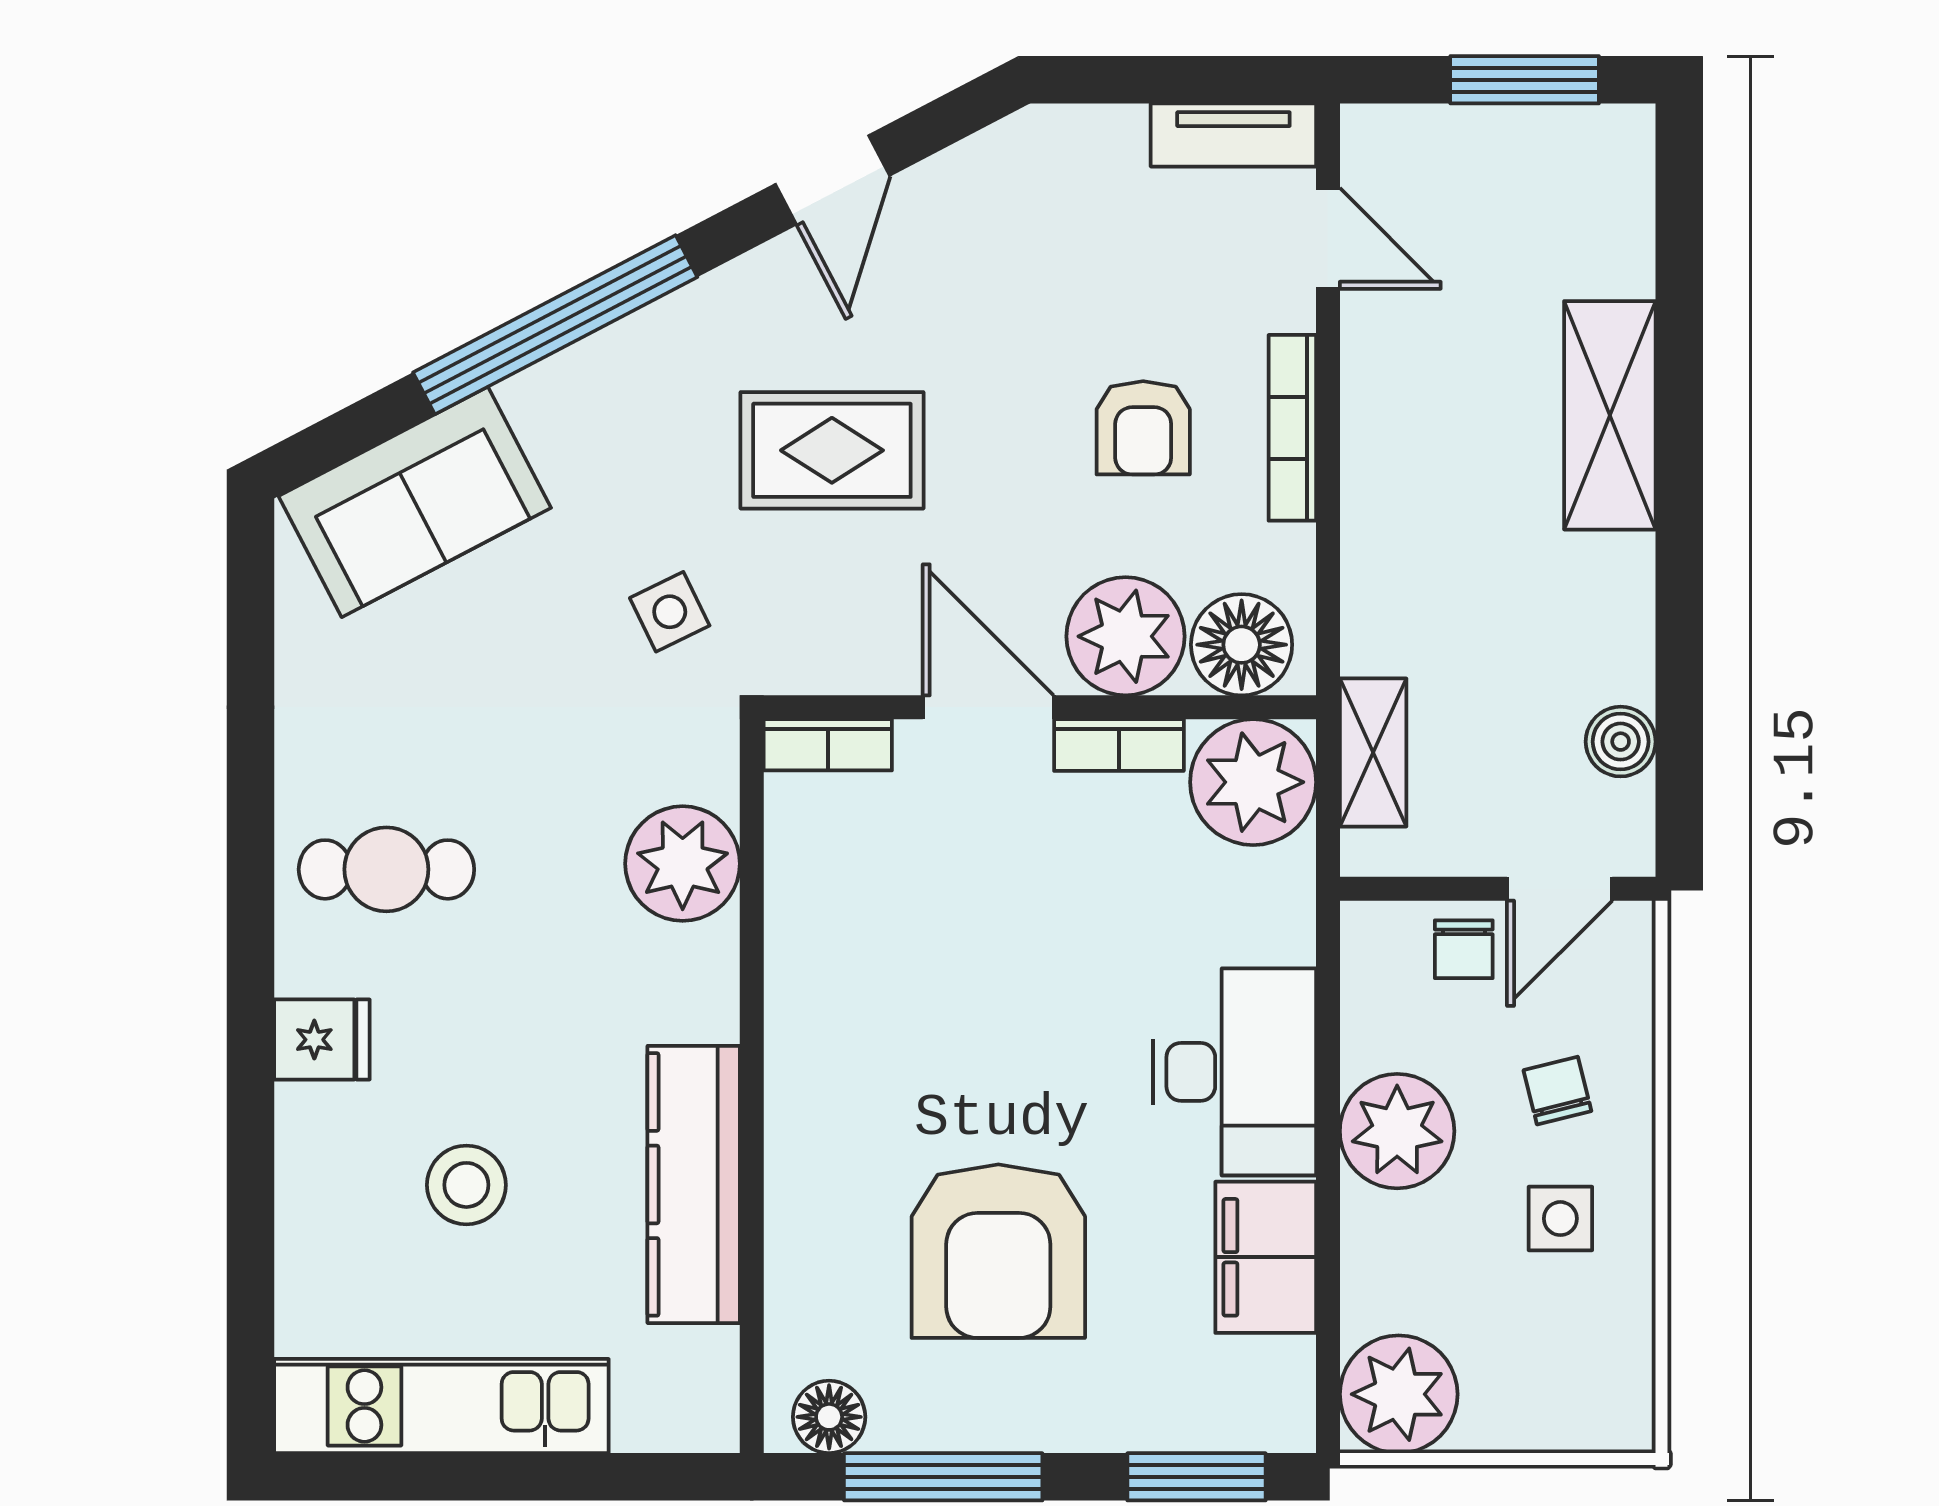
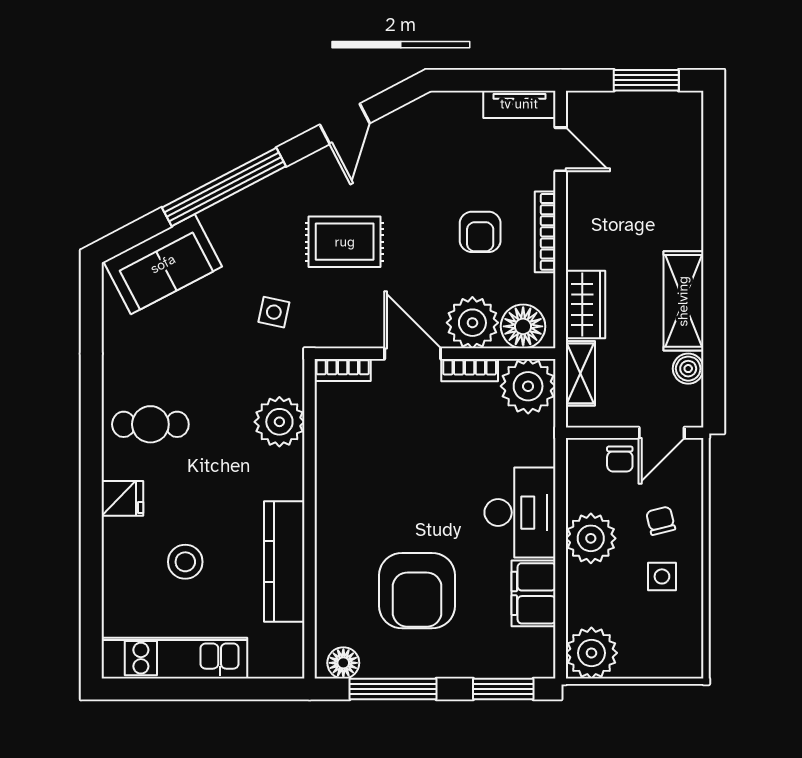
shelving: (1610, 415) -> (683, 301), moved
wardrobe: (1385, 594) -> (585, 304), added
side table: (670, 612) -> (274, 312), turned 38

